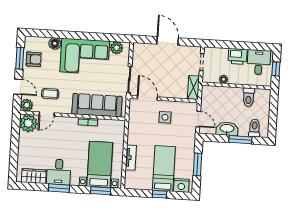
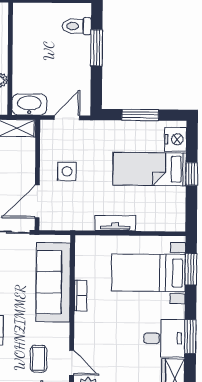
toilet: (248, 97) -> (28, 38), removed
washbasin: (227, 129) -> (29, 105), moved, turned 90
tv unit: (131, 158) -> (115, 223), moved

